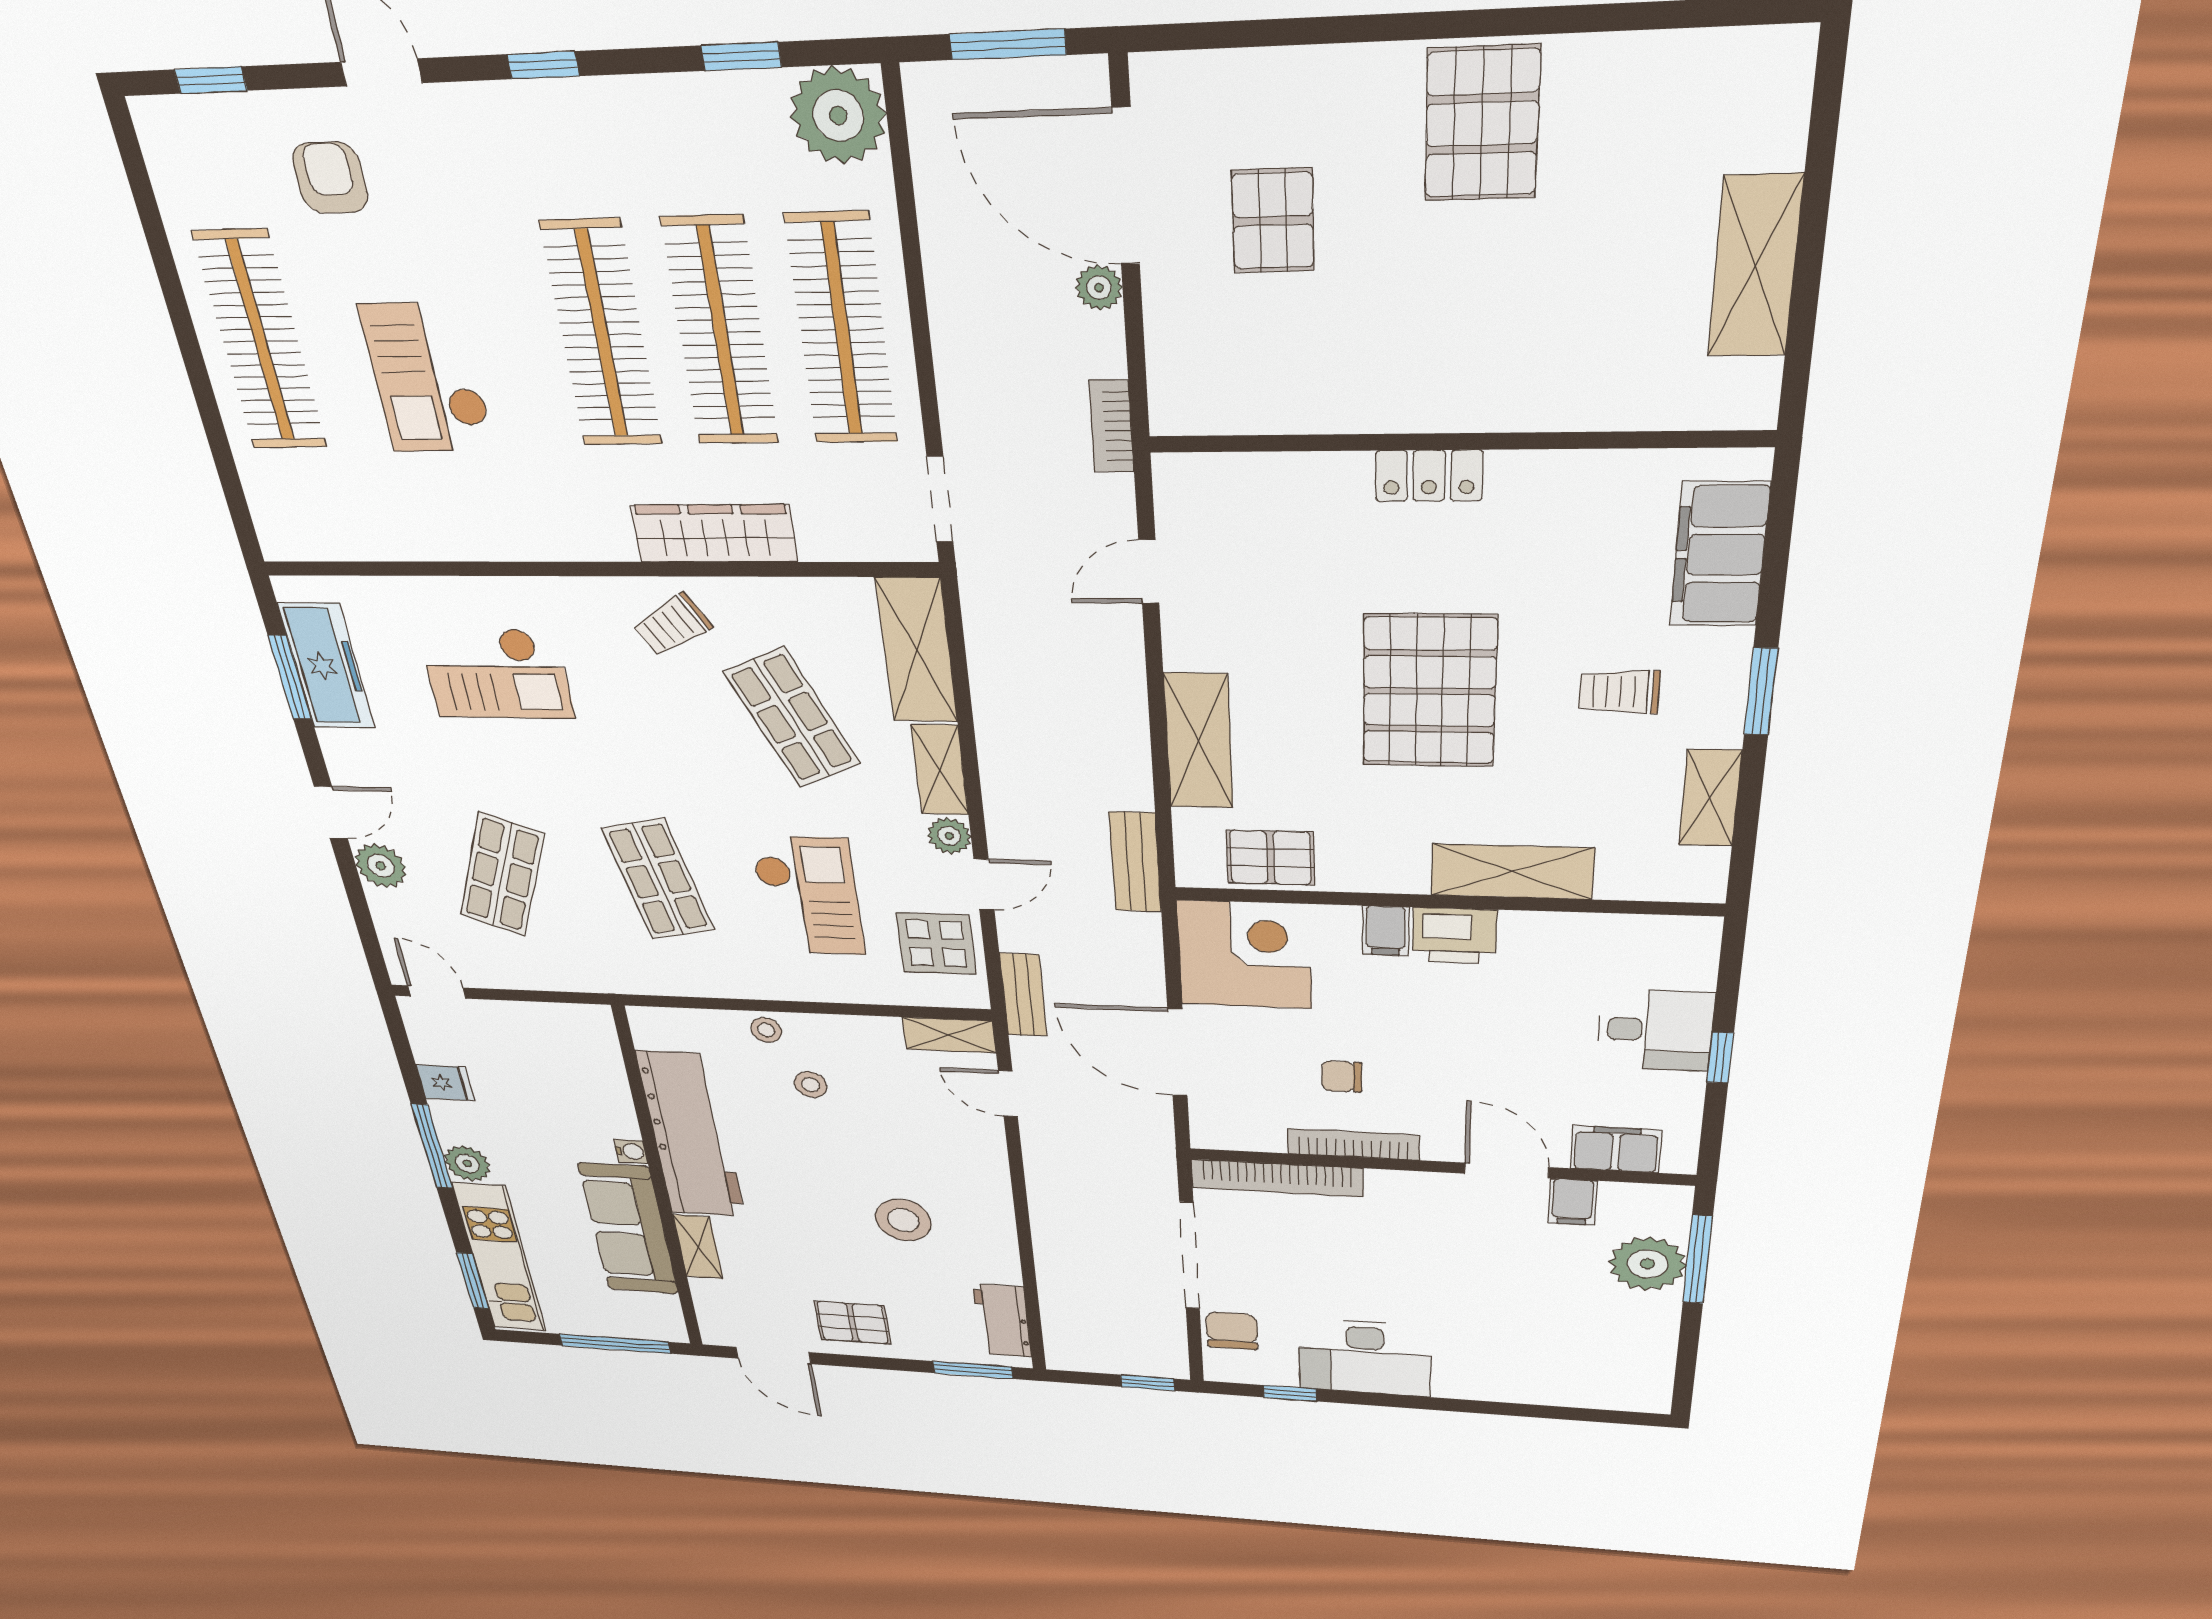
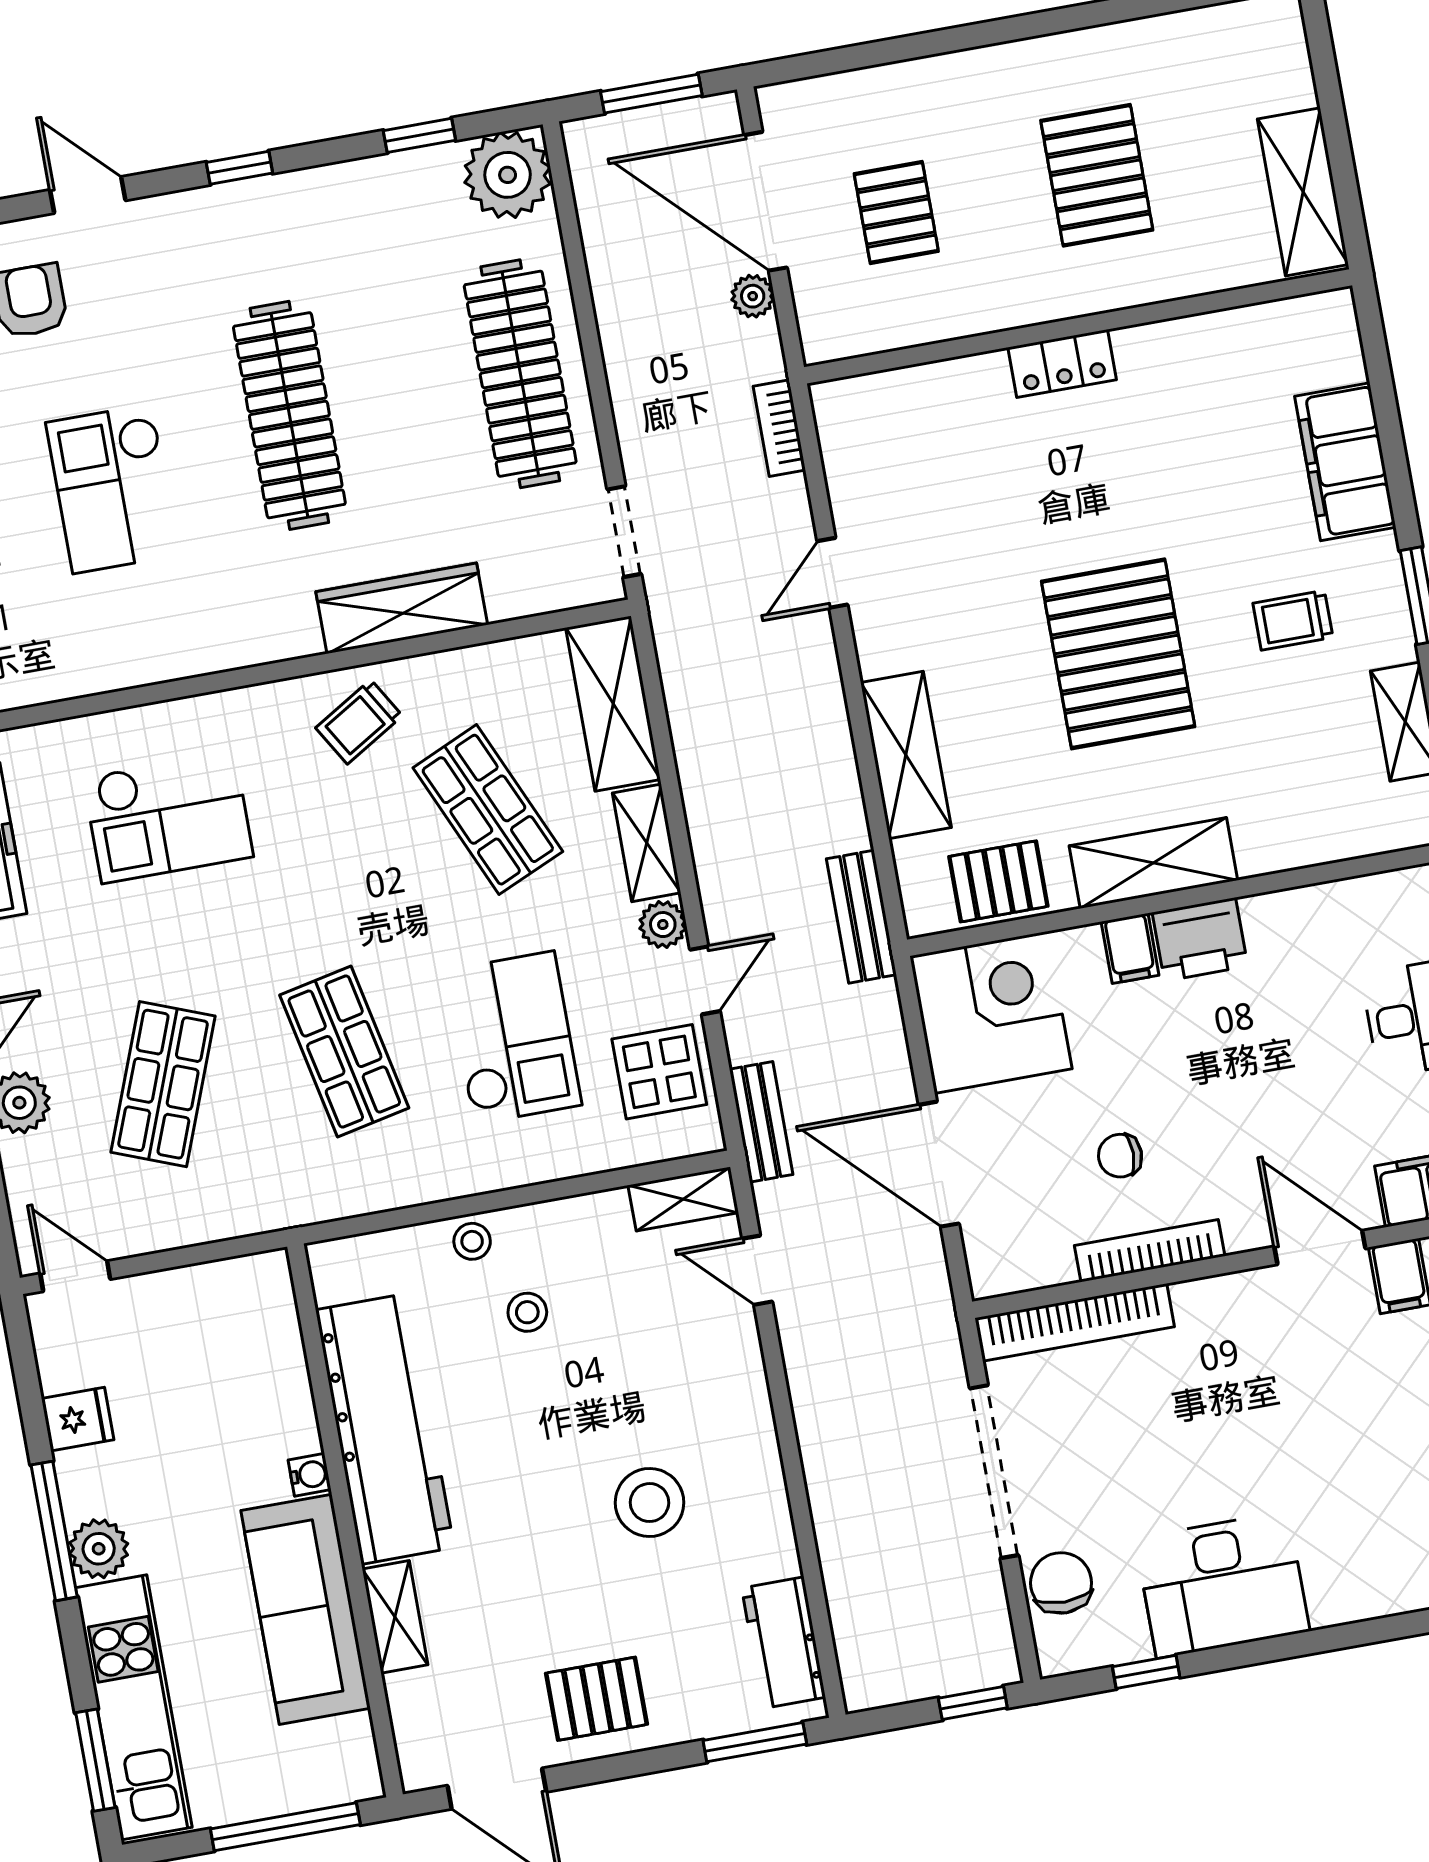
pallet: (1482, 124) -> (1097, 175), moved
clothes rail: (720, 332) -> (405, 395), removed
wall: (1455, 441) -> (1078, 326), moved
locker: (1429, 476) -> (1062, 364), moved
shelving: (1512, 872) -> (1153, 863), moved

